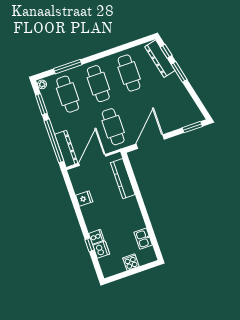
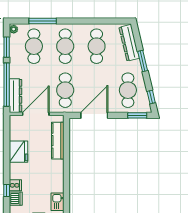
window: (166, 51) -> (151, 97), moved
cafe table: (175, 106) -> (128, 90), added
fridge: (84, 199) -> (19, 152), width x1.88, depth x1.34

